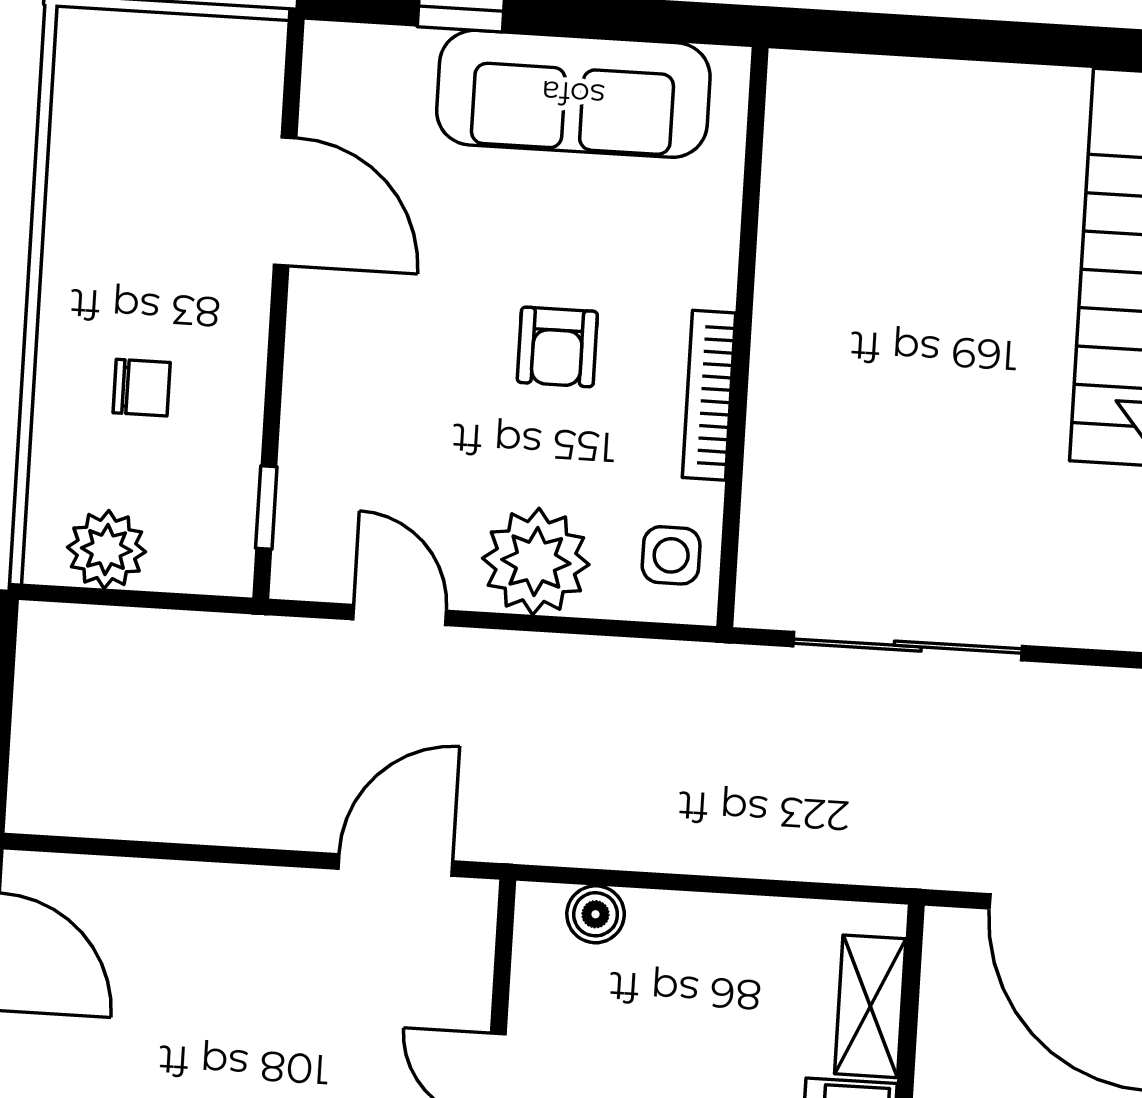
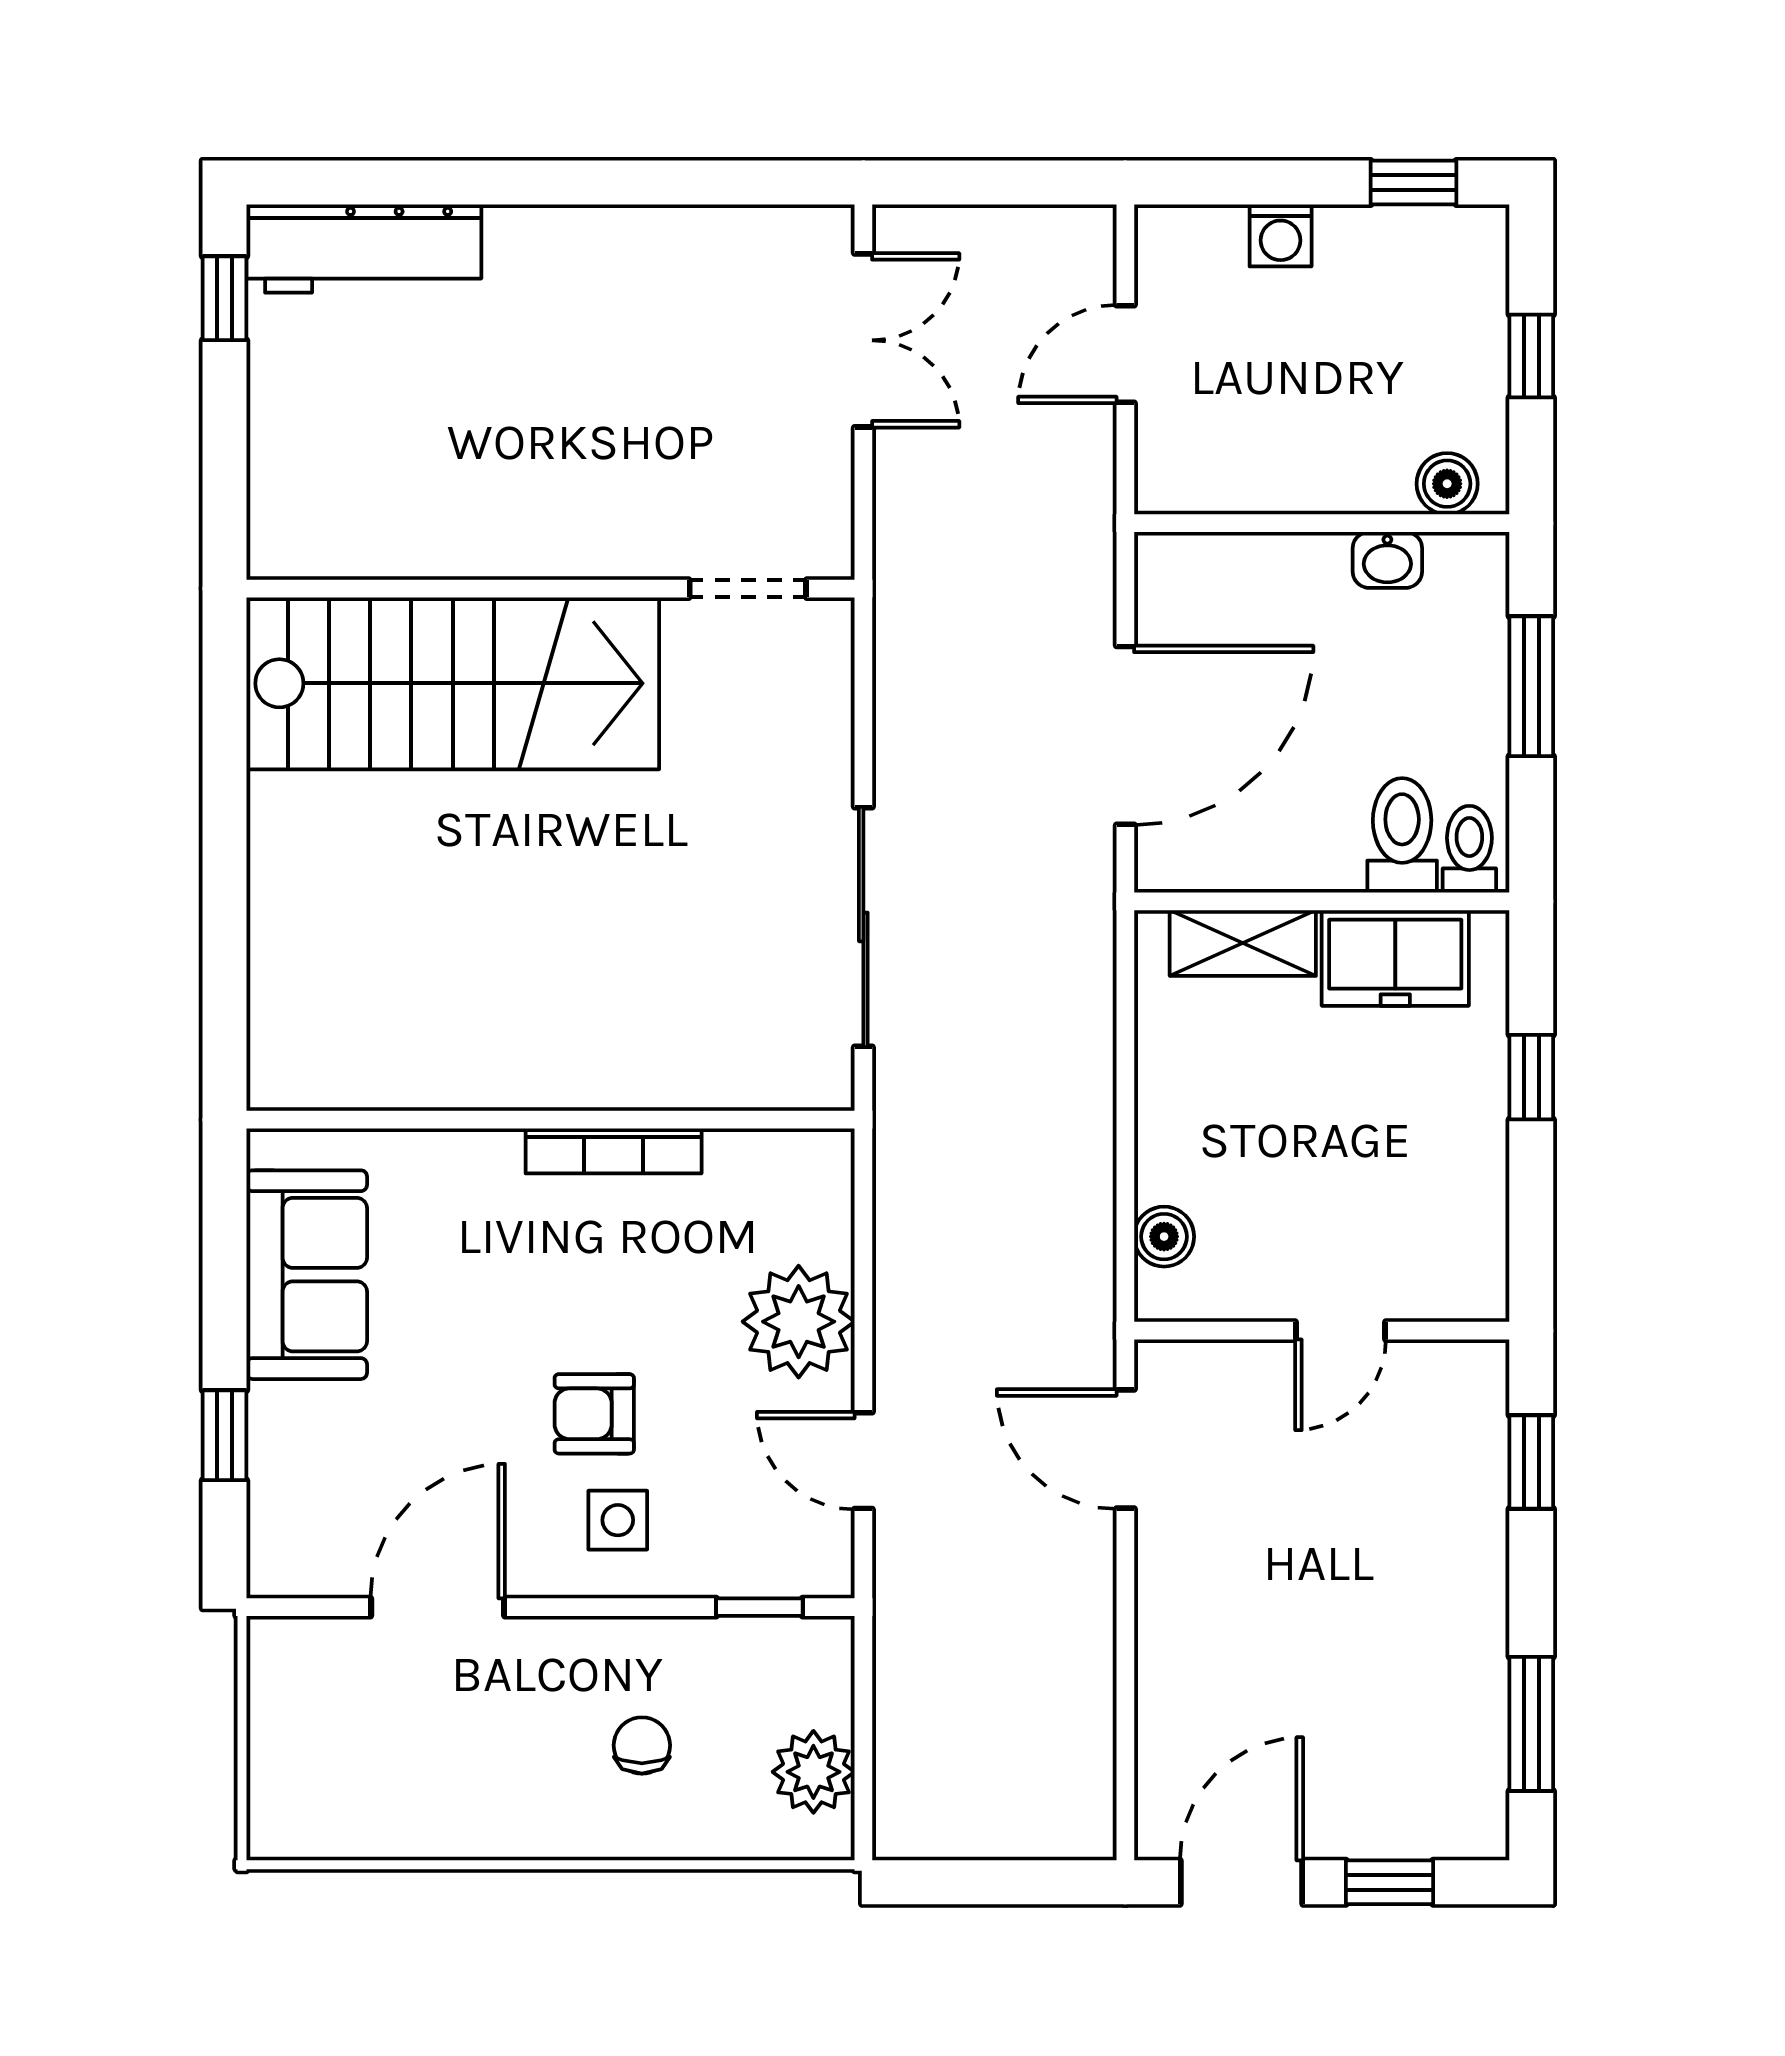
sofa: (573, 94) -> (307, 1275), width x0.73
armchair: (557, 347) -> (594, 1414), moved, turned 180
side table: (671, 555) -> (618, 1520), moved
door: (400, 615) -> (863, 1461), hinge flipped

